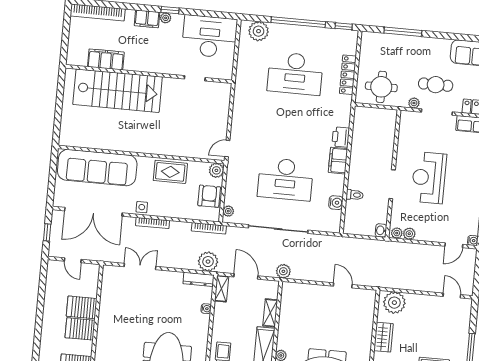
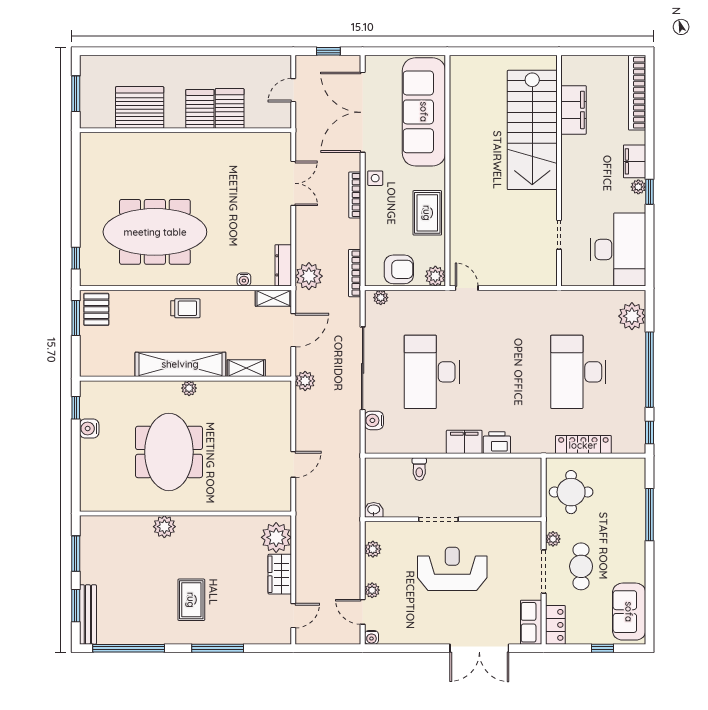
water cooler: (336, 203) -> (374, 420), moved, turned 90
plant: (397, 233) -> (372, 590), moved
wardrobe: (383, 337) -> (280, 574), moved, turned 90

